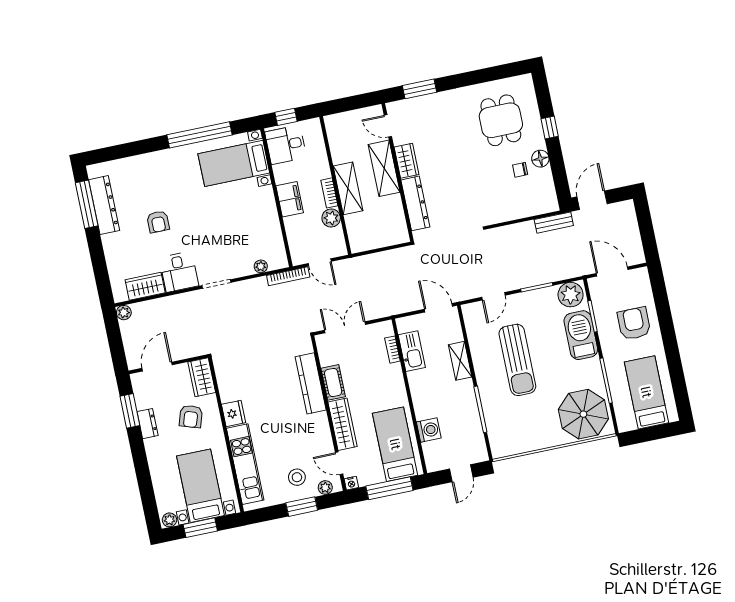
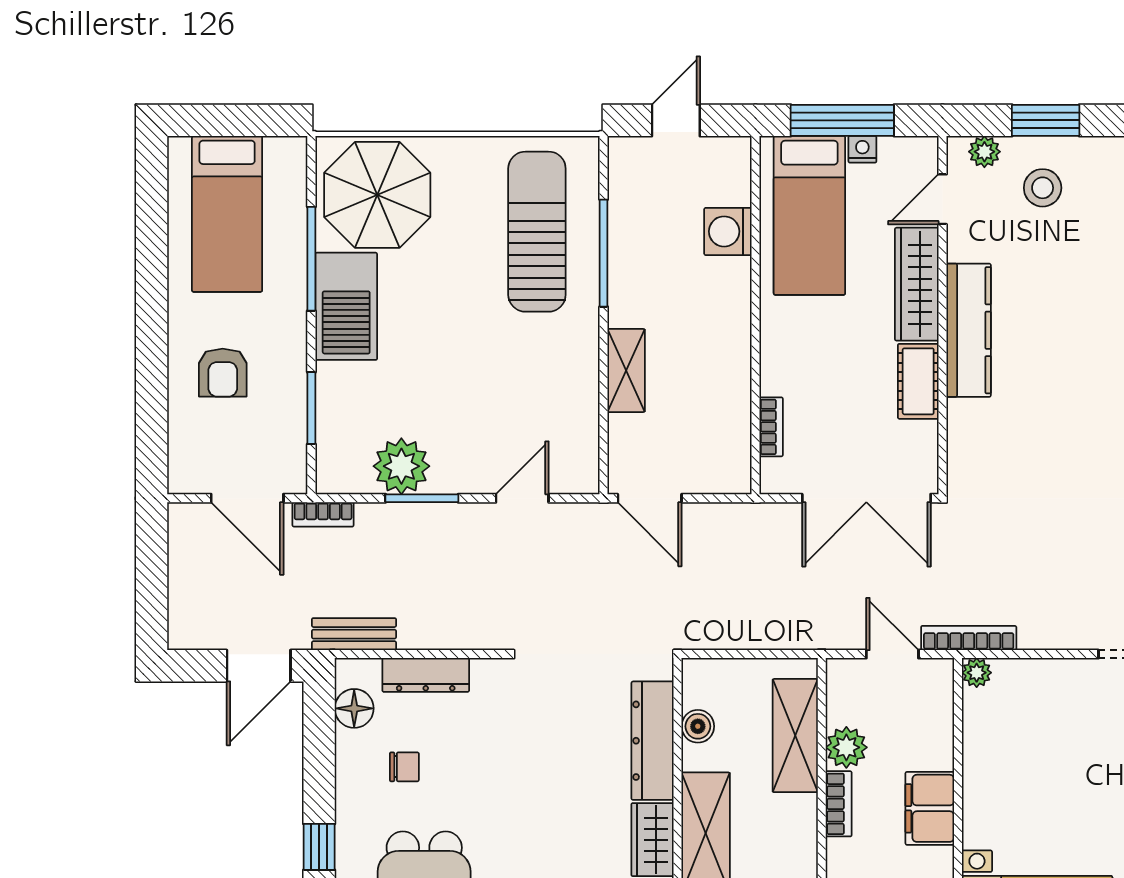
floor lamp: (540, 159) -> (354, 708), moved
shelving: (348, 188) -> (795, 736), moved
dresser: (519, 211) -> (426, 675), added
boiler: (397, 214) -> (698, 726), added
plant: (261, 266) -> (977, 673), moved
bookcase: (578, 271) -> (323, 514), added
plant: (571, 295) -> (401, 466), moved
armchair: (634, 323) -> (223, 373), width x0.72, depth x0.72
double door: (345, 327) -> (866, 498), width x1.37
barbecue: (581, 335) -> (346, 306), moved
kitchen sink: (412, 351) -> (729, 414), removed
sun lounger: (517, 360) -> (537, 232), moved
kitchen counter: (311, 383) -> (969, 330), moved
door: (339, 463) -> (942, 199), swing flipped
nightstand: (351, 483) -> (862, 149), moved

